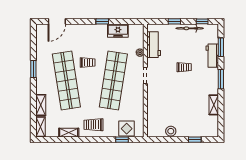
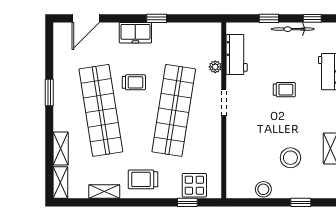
freezer: (118, 31) -> (135, 33), moved
stool: (188, 111) -> (290, 158), added

